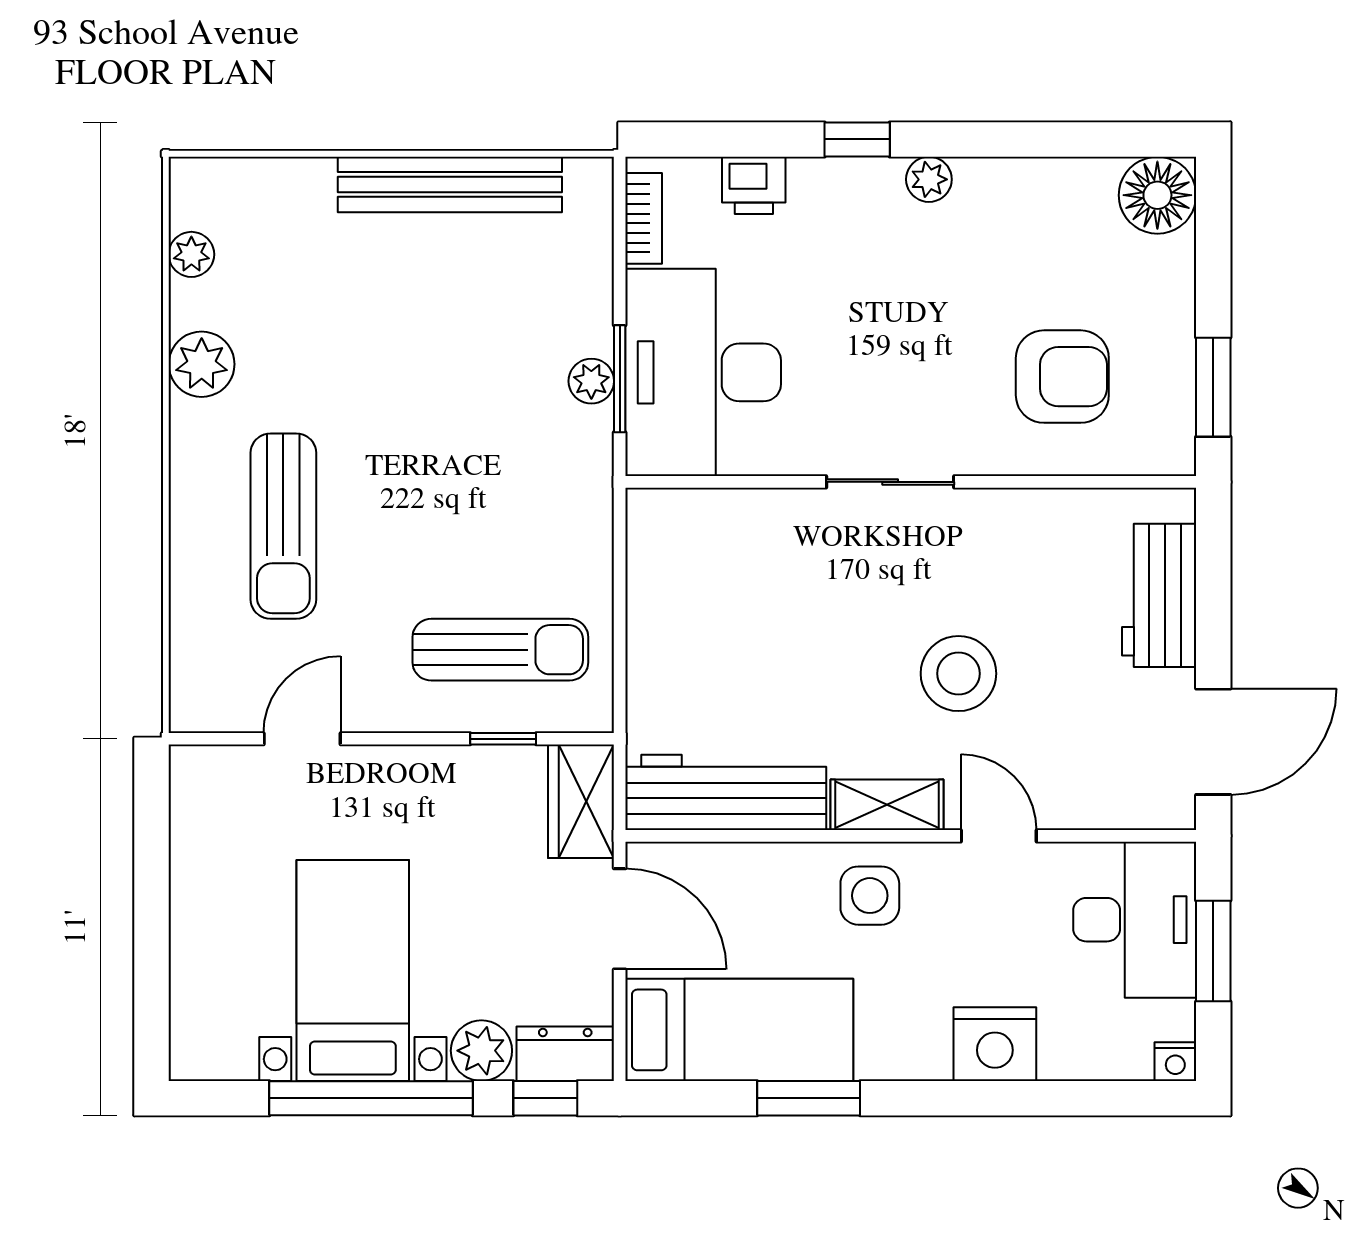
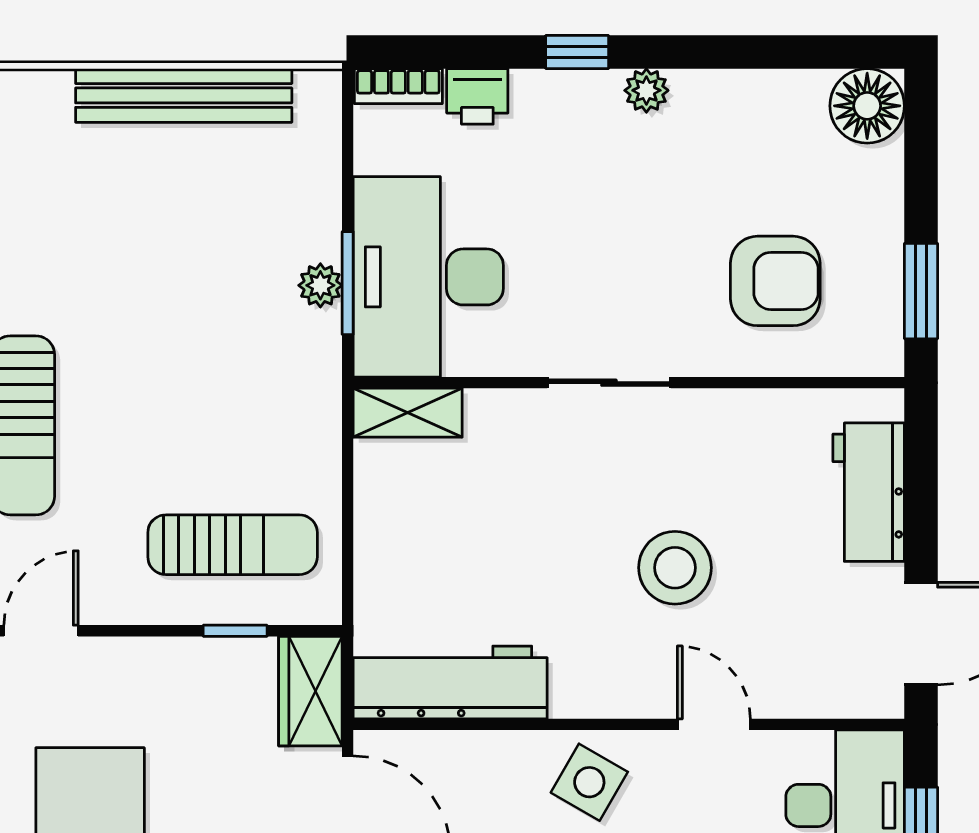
bookcase: (644, 218) -> (398, 86), moved, turned 90
shelving: (887, 805) -> (408, 413), moved
side table: (870, 896) -> (589, 782), turned 30

